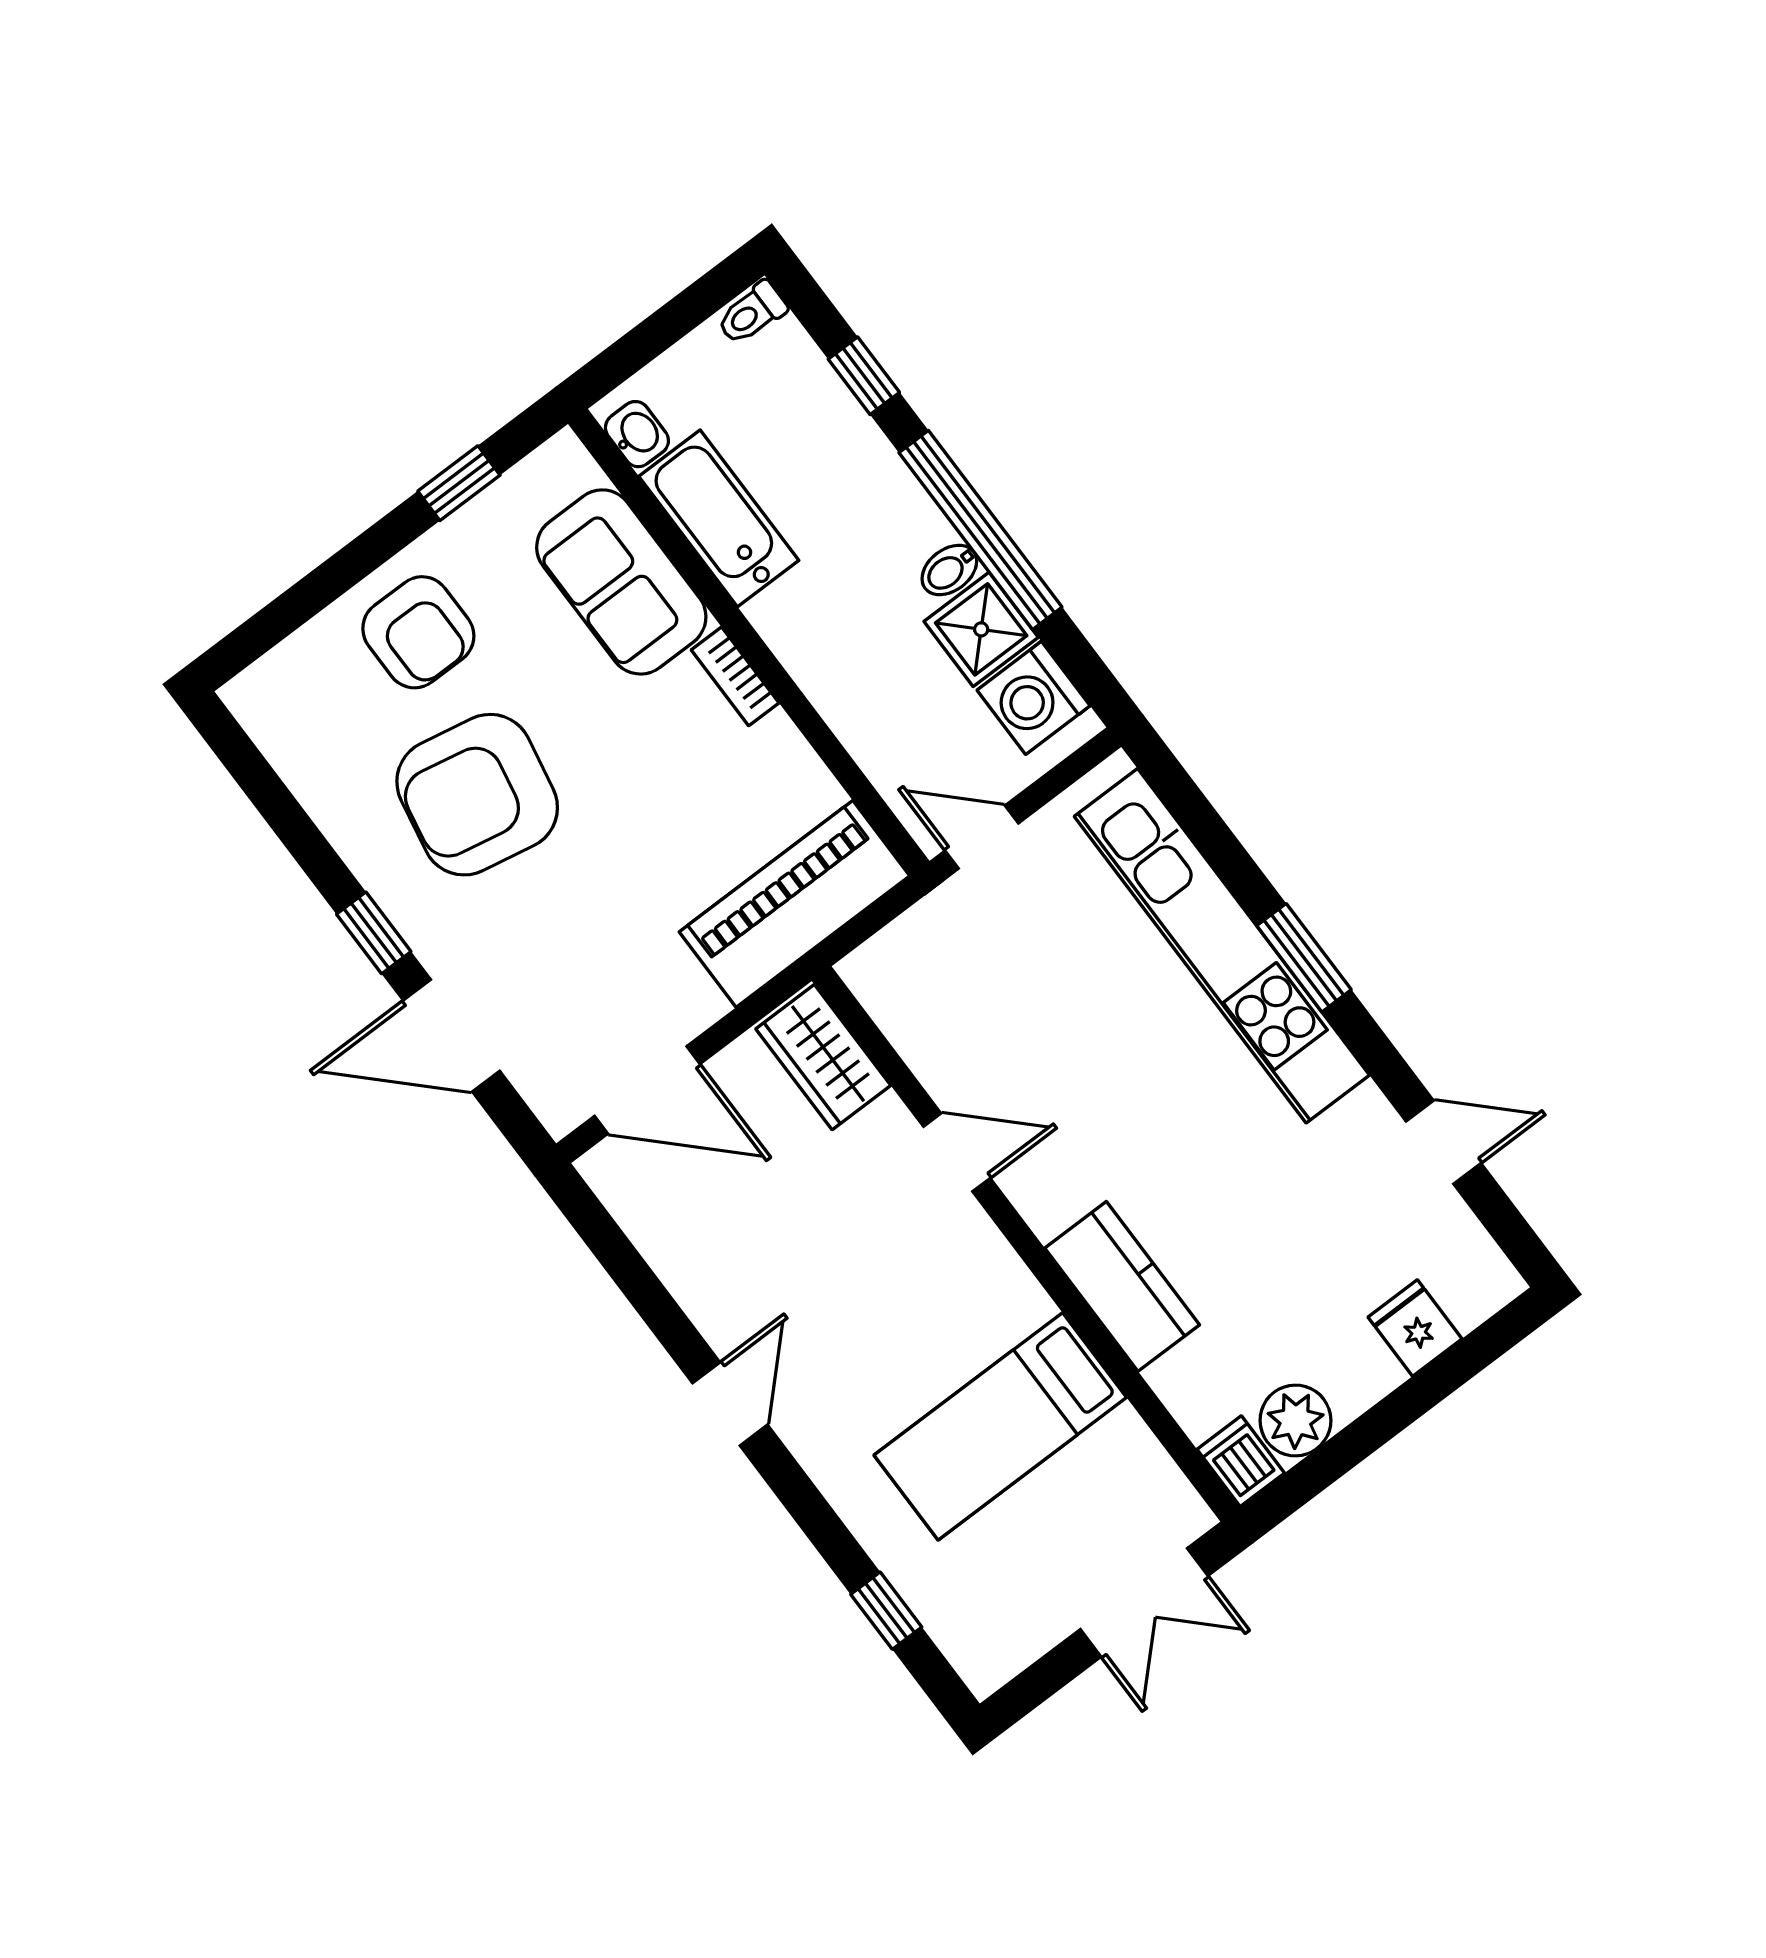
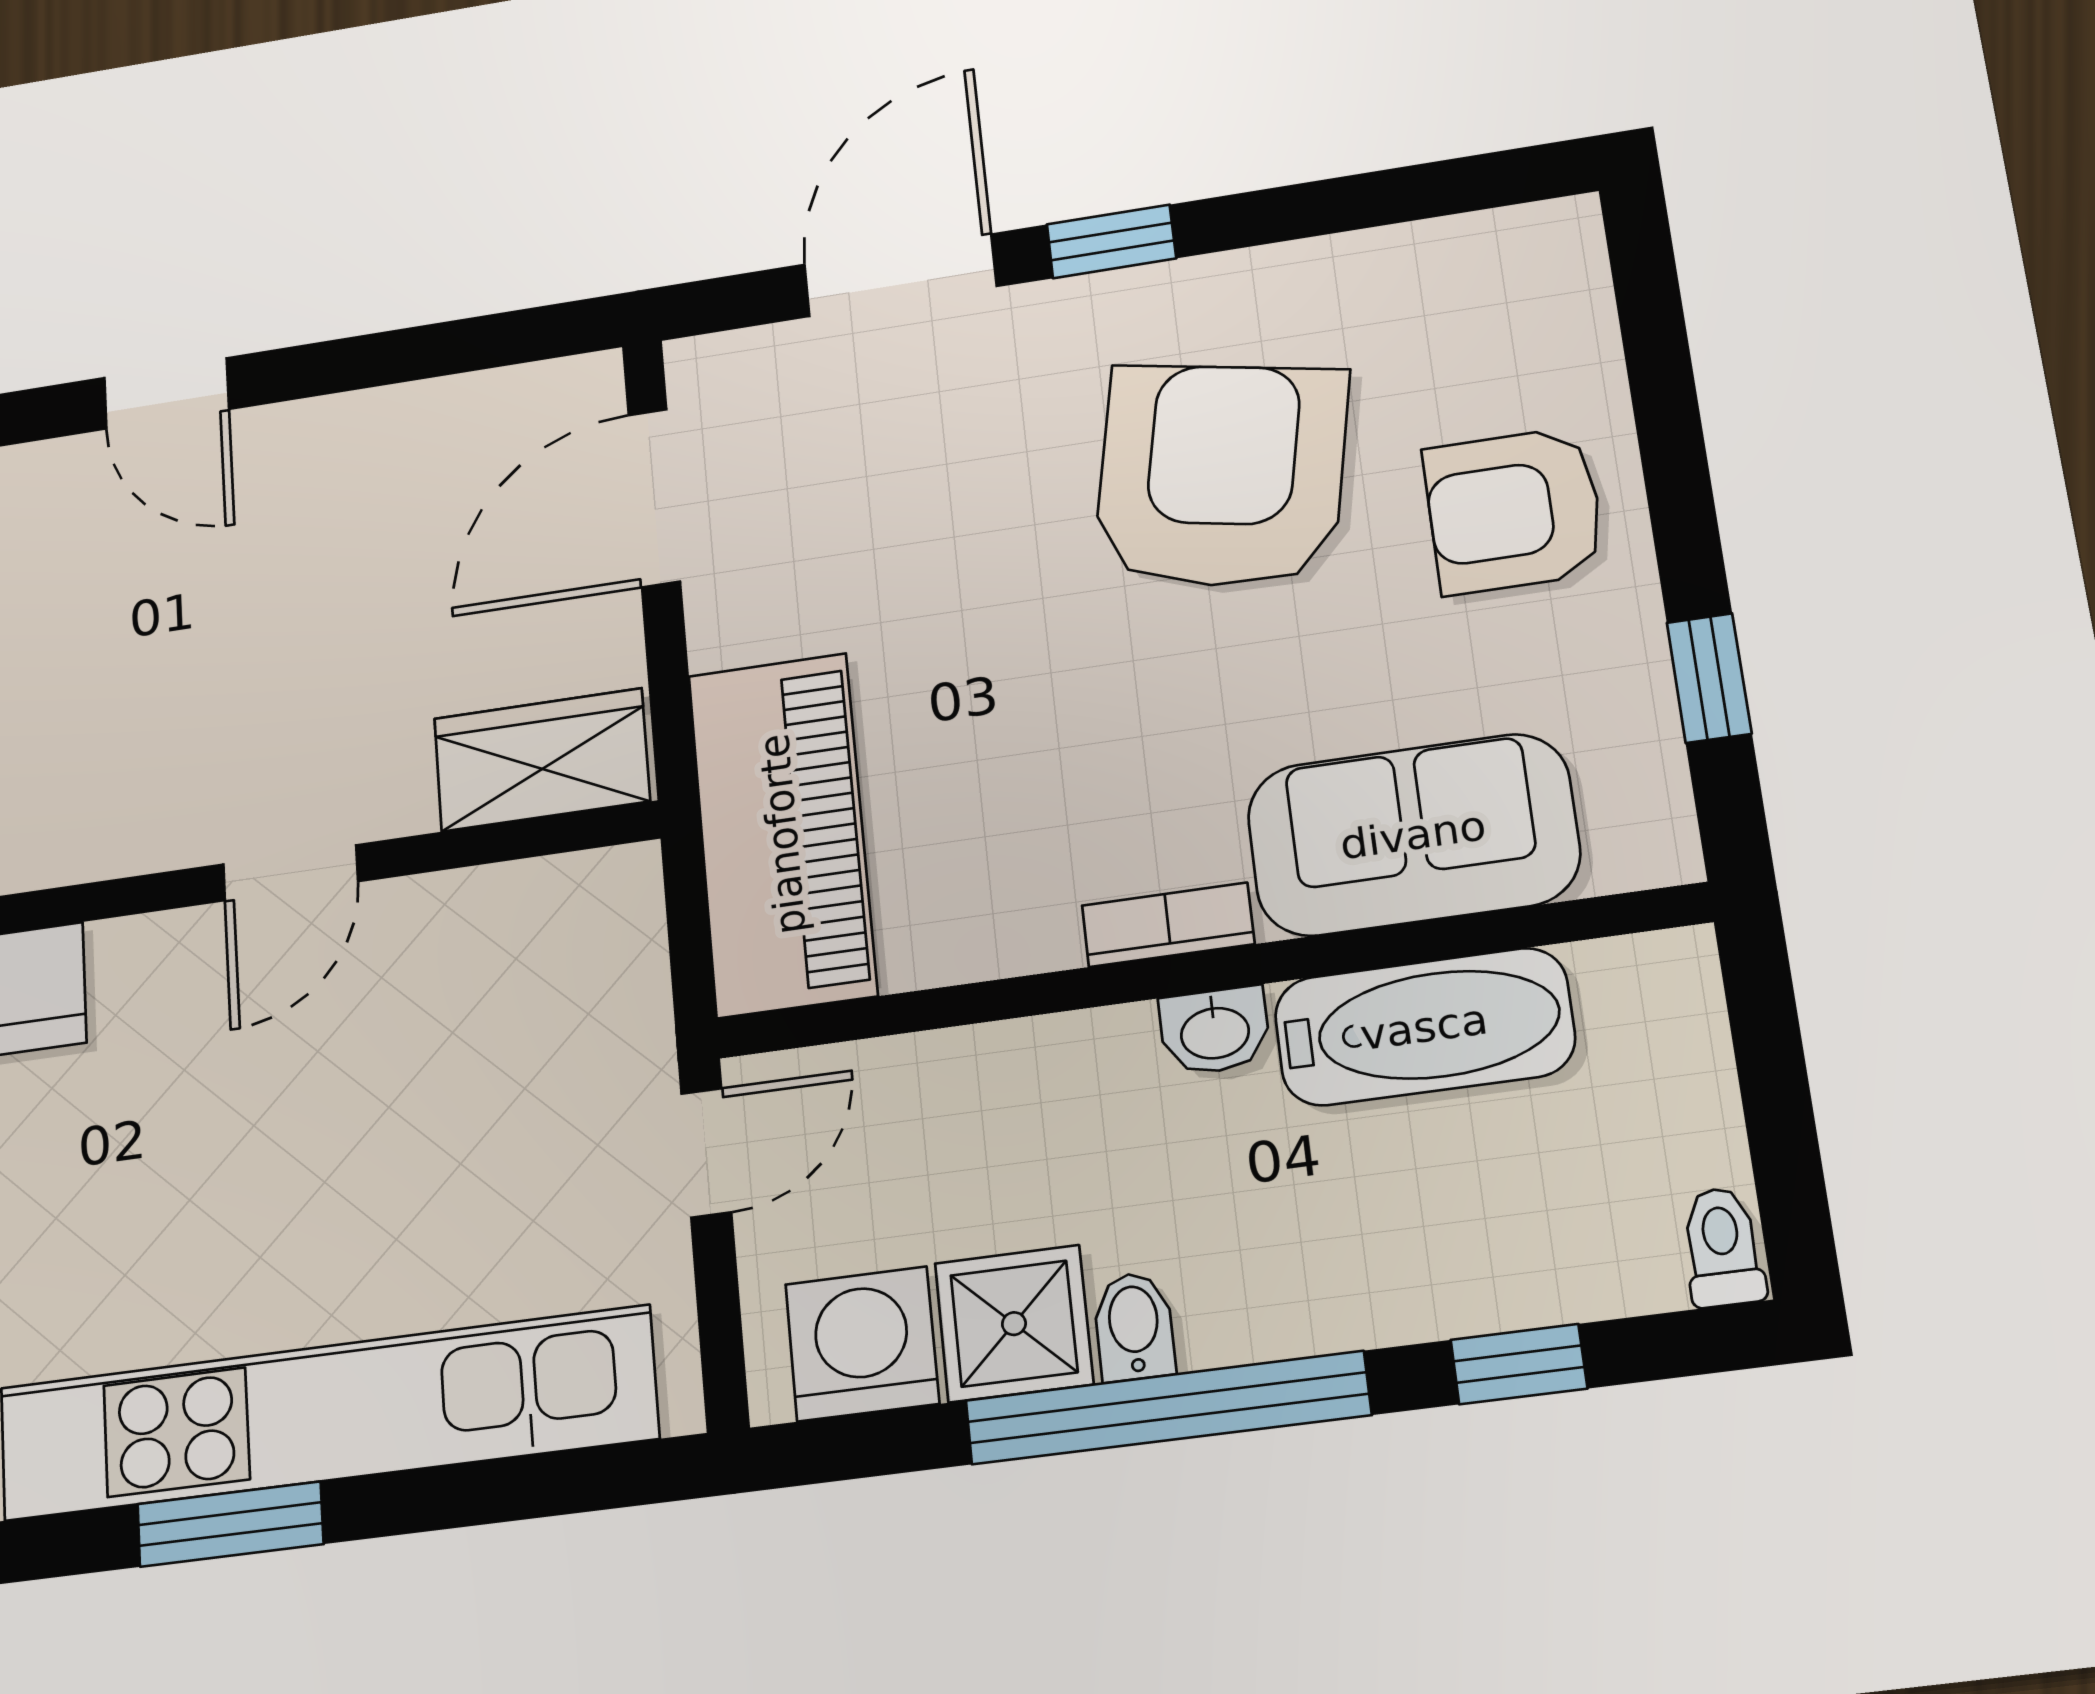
washbasin: (637, 434) -> (1215, 1031), moved

